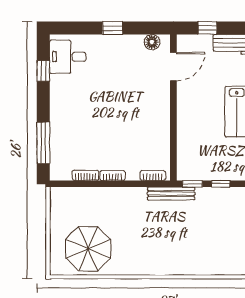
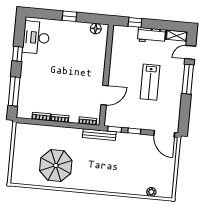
desk: (68, 57) -> (36, 38), width x1.37
door: (173, 67) -> (104, 95), moved
window: (43, 71) -> (18, 54), moved
parasol: (88, 249) -> (56, 166), moved

